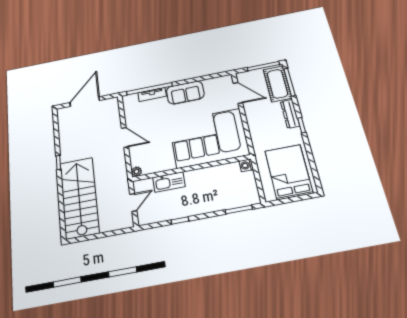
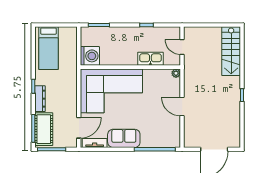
door: (238, 93) -> (79, 128), swing flipped
tv unit: (152, 94) -> (95, 143), moved
washing machine: (246, 165) -> (90, 56), width x1.89, depth x1.89
bed: (289, 172) -> (48, 48), width x0.67
stairs: (79, 197) -> (231, 51), width x0.73, depth x0.66
door: (133, 202) -> (182, 47), hinge flipped

